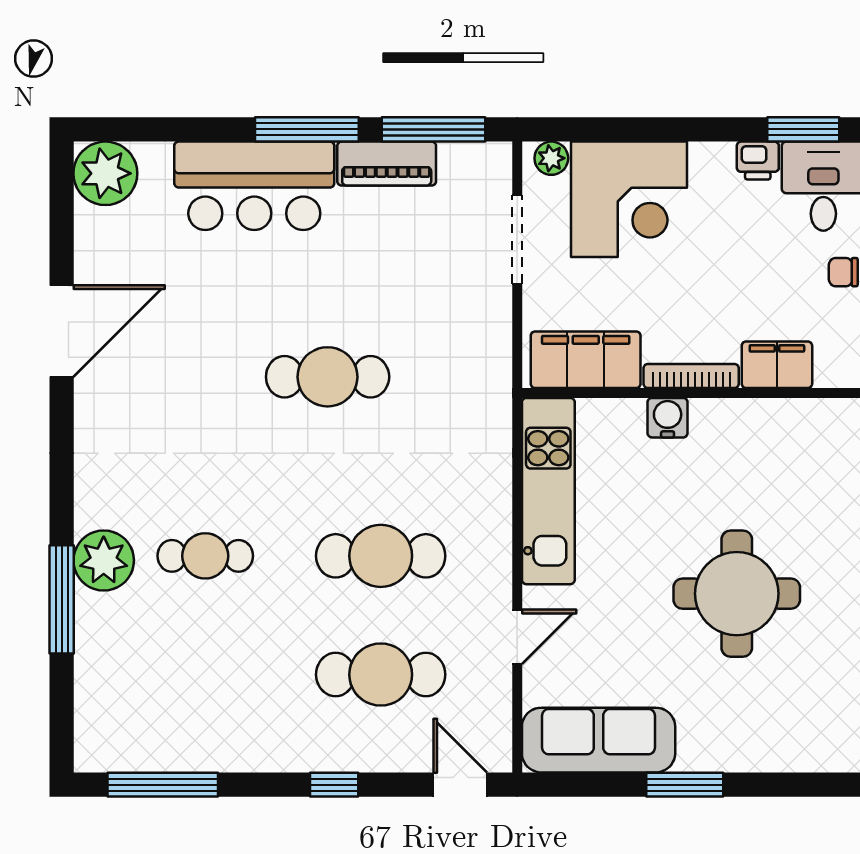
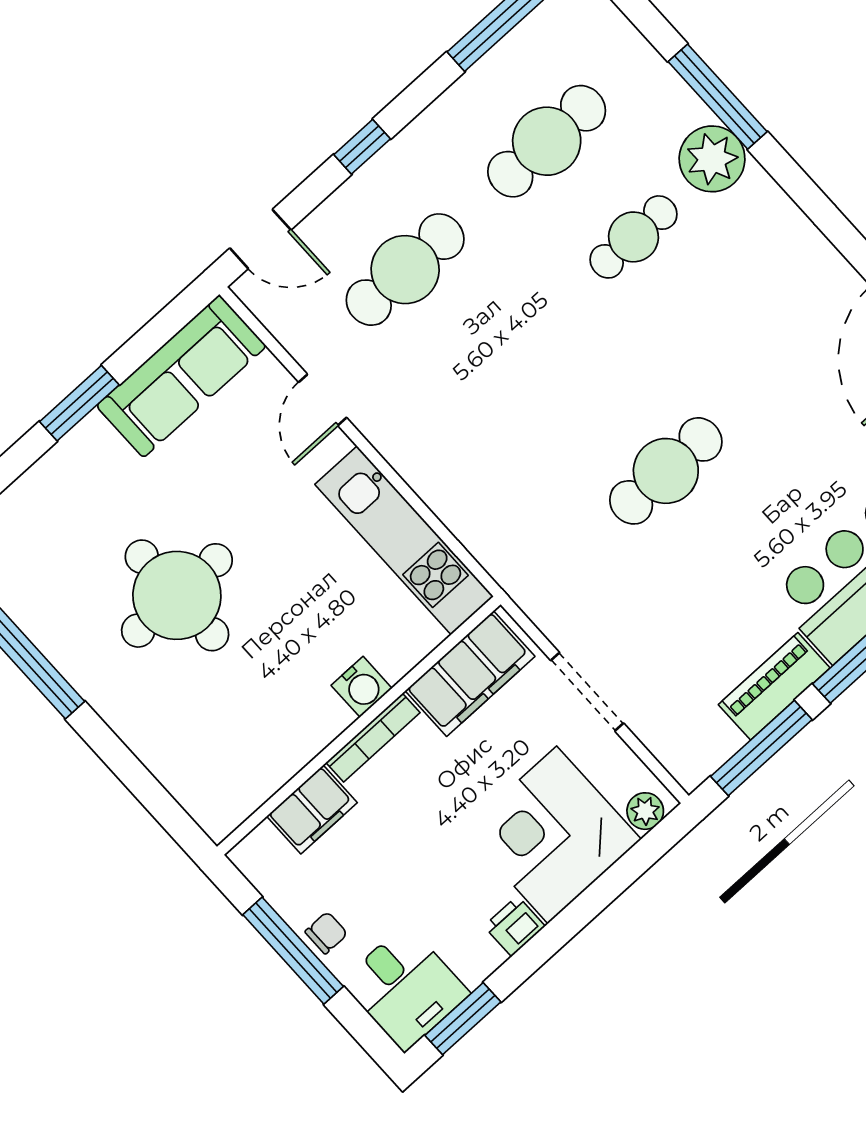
printer: (758, 161) -> (515, 926), moved
doorway: (517, 239) -> (587, 692), moved
cafe table: (381, 556) -> (547, 141), moved

